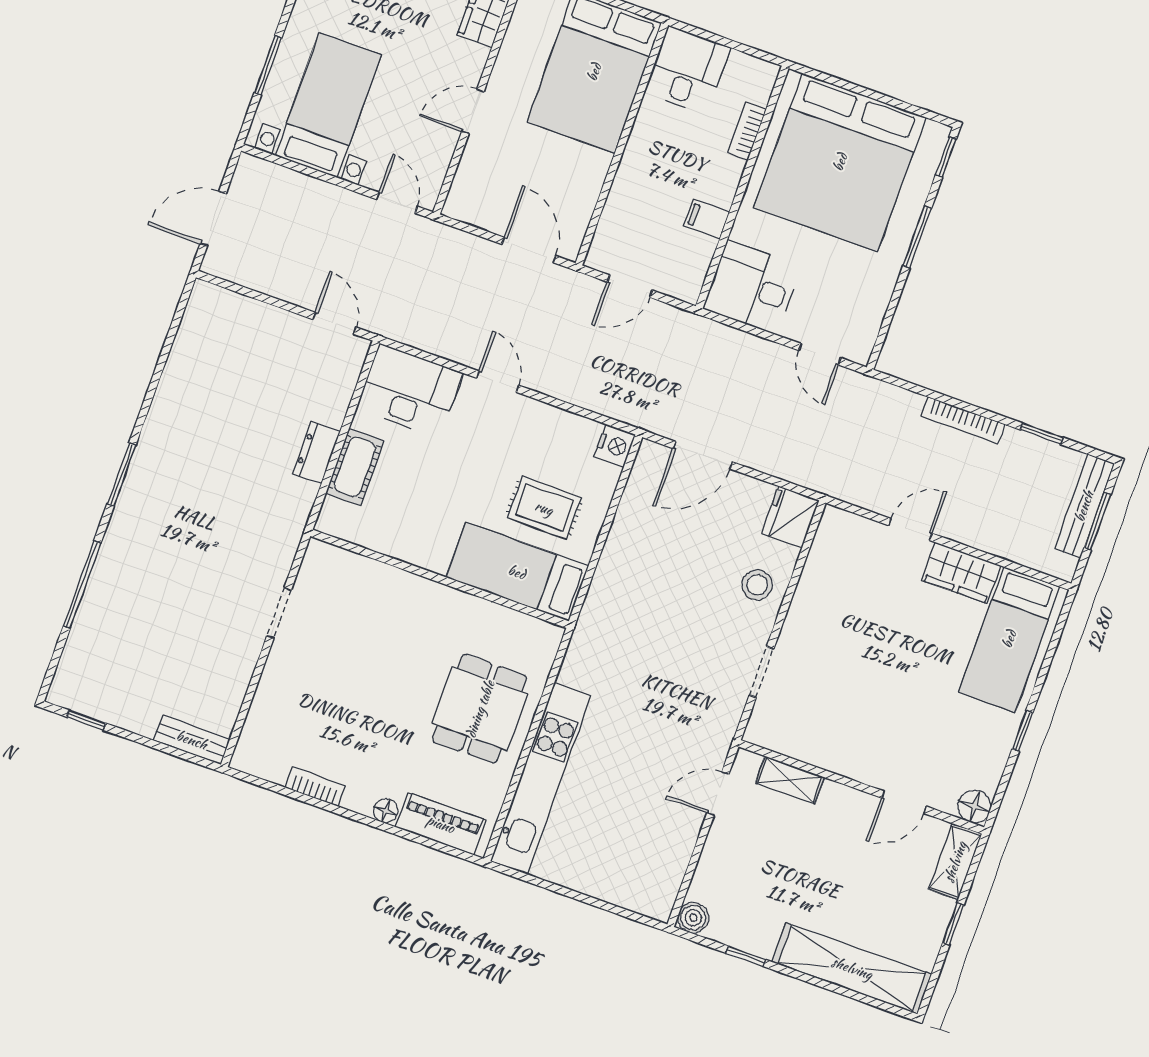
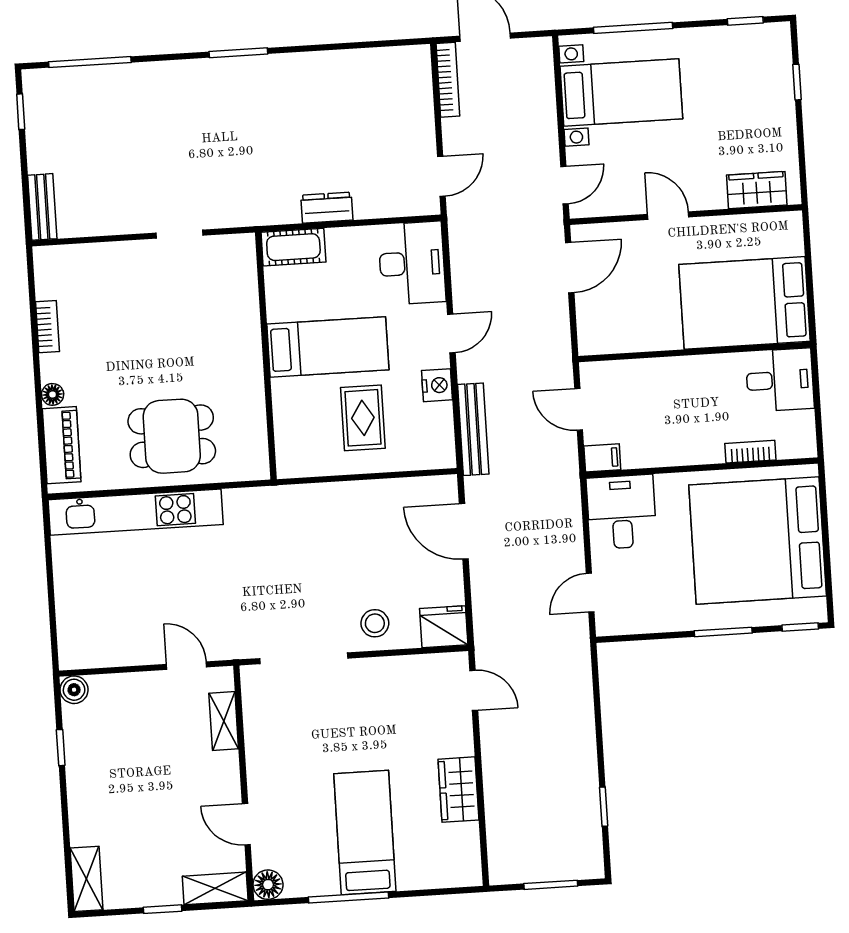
window: (268, 65) -> (633, 28), width x1.44
filing cabinet: (707, 219) -> (602, 458), moved, turned 90
door: (529, 250) -> (570, 268), moved
bookcase: (963, 420) -> (448, 80), moved, turned 180
nightstand: (615, 446) -> (437, 385), moved, turned -90
cot: (355, 467) -> (293, 247), moved
bench: (1084, 506) -> (473, 429), moved, turned 90
door: (910, 529) -> (474, 690), moved
bed: (517, 572) -> (328, 347), moved, turned 90
window: (82, 584) -> (90, 62), moved
bed: (1009, 639) -> (365, 833), moved, turned 90
doorway: (761, 672) -> (304, 658), width x1.87
window: (1022, 731) -> (348, 898), width x2.17
shelving: (852, 968) -> (86, 879), width x0.45, depth x0.75

